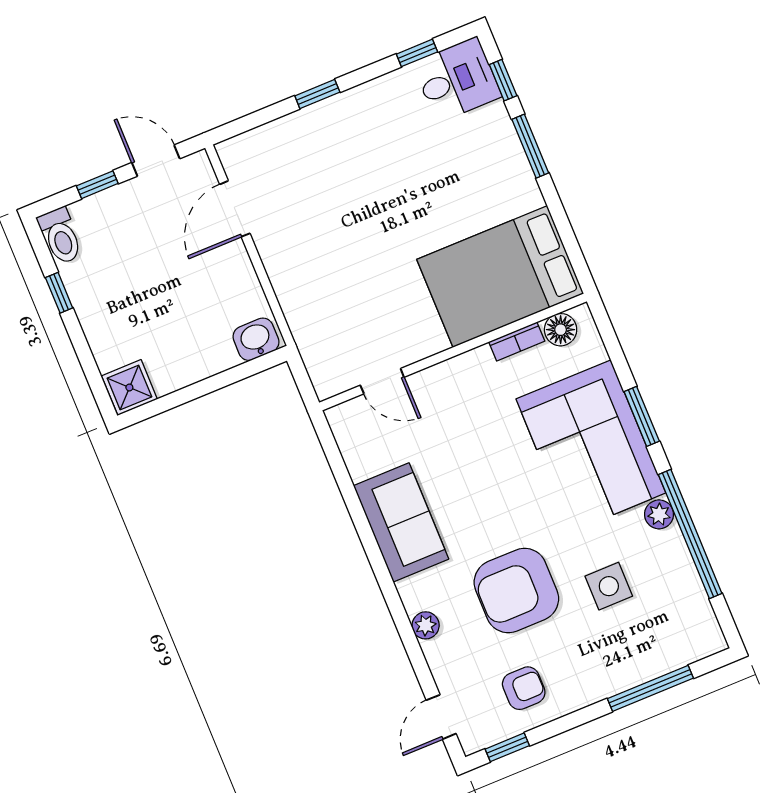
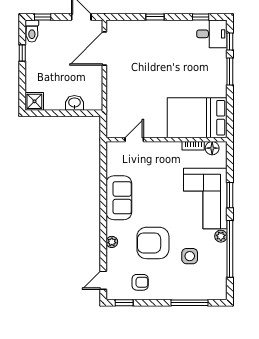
window: (97, 185) -> (43, 17), moved
door: (235, 209) -> (104, 49), width x1.36
washbasin: (256, 339) -> (74, 103), moved
door: (382, 381) -> (134, 140), swing flipped

